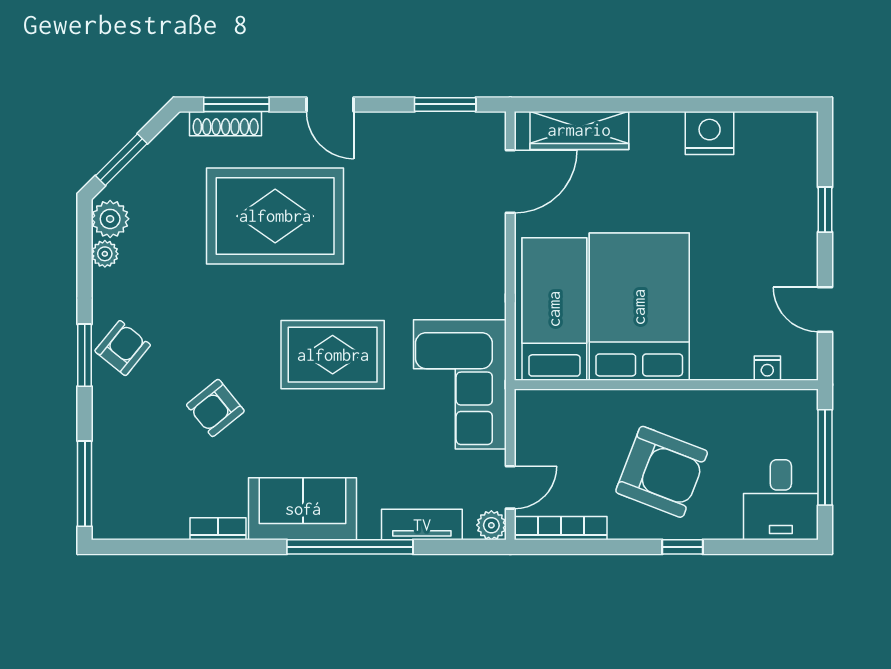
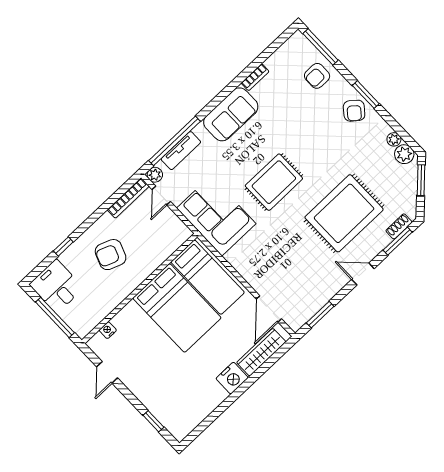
shoe rack: (226, 124) -> (399, 226), width x0.70
nightstand: (710, 133) -> (232, 378), moved
window: (825, 210) -> (153, 421), moved
door: (825, 309) -> (107, 372), swing flipped
armchair: (215, 408) -> (317, 76), moved, turned -141
armchair: (662, 472) -> (111, 255), width x0.73, depth x0.73
window: (350, 547) -> (174, 141), moved
window: (683, 547) -> (63, 246), moved

